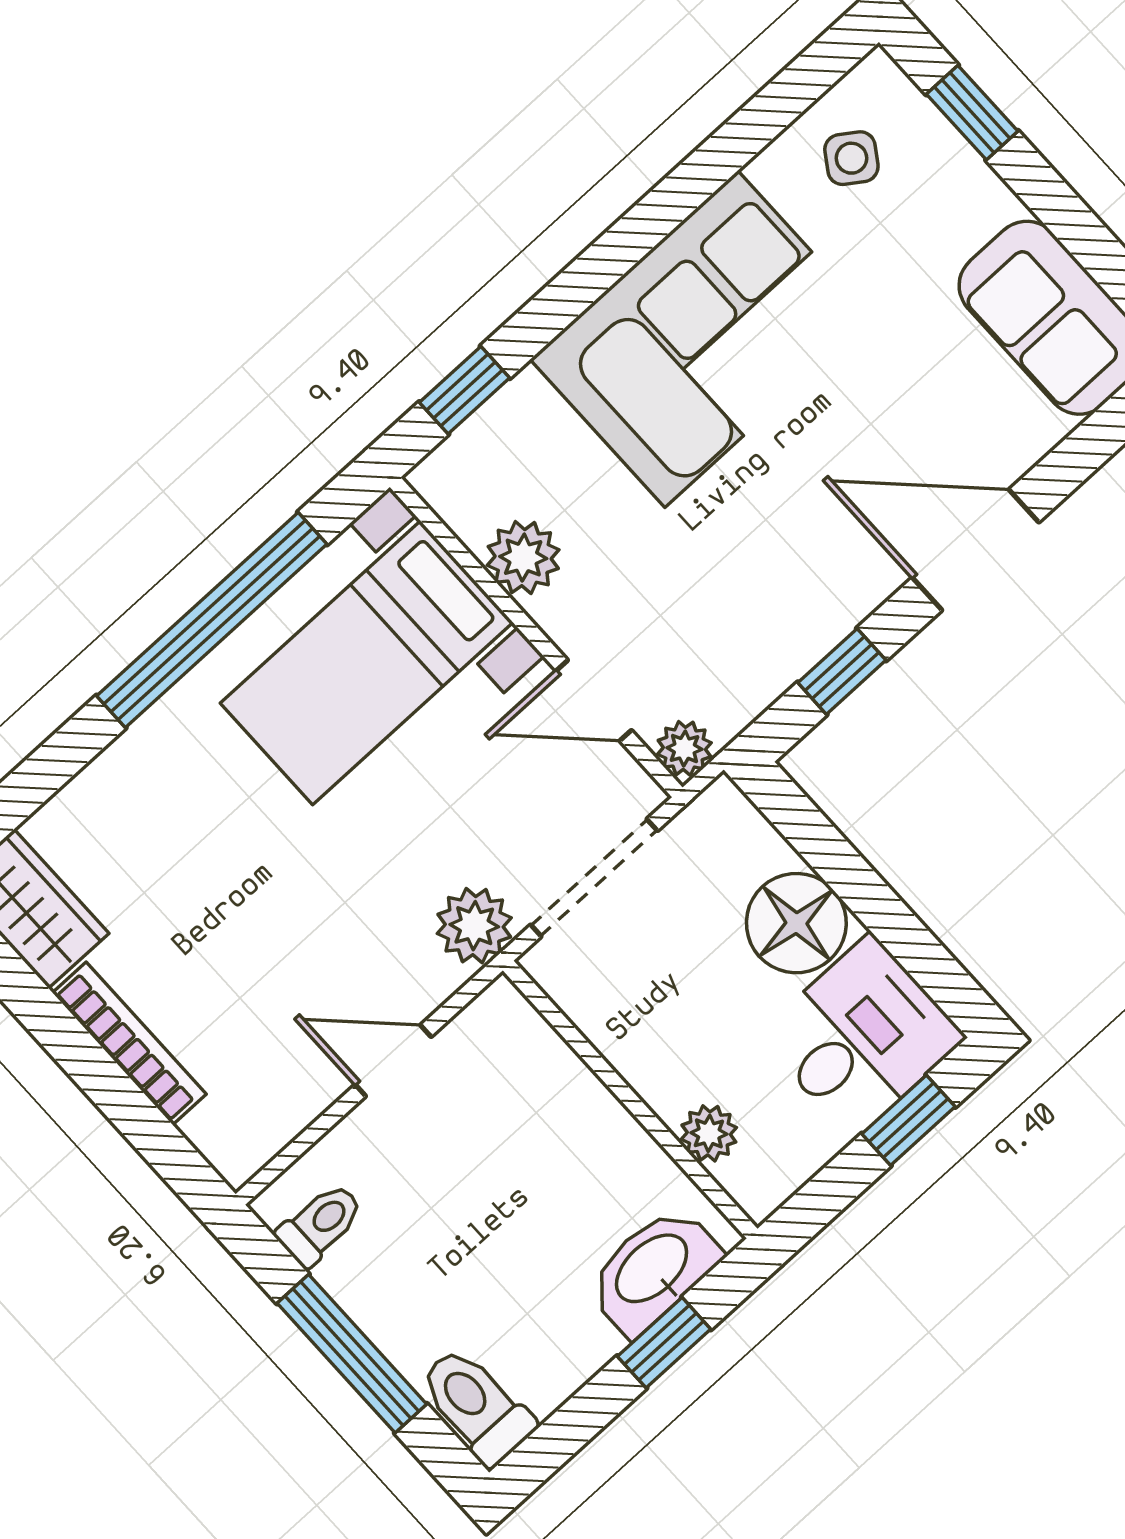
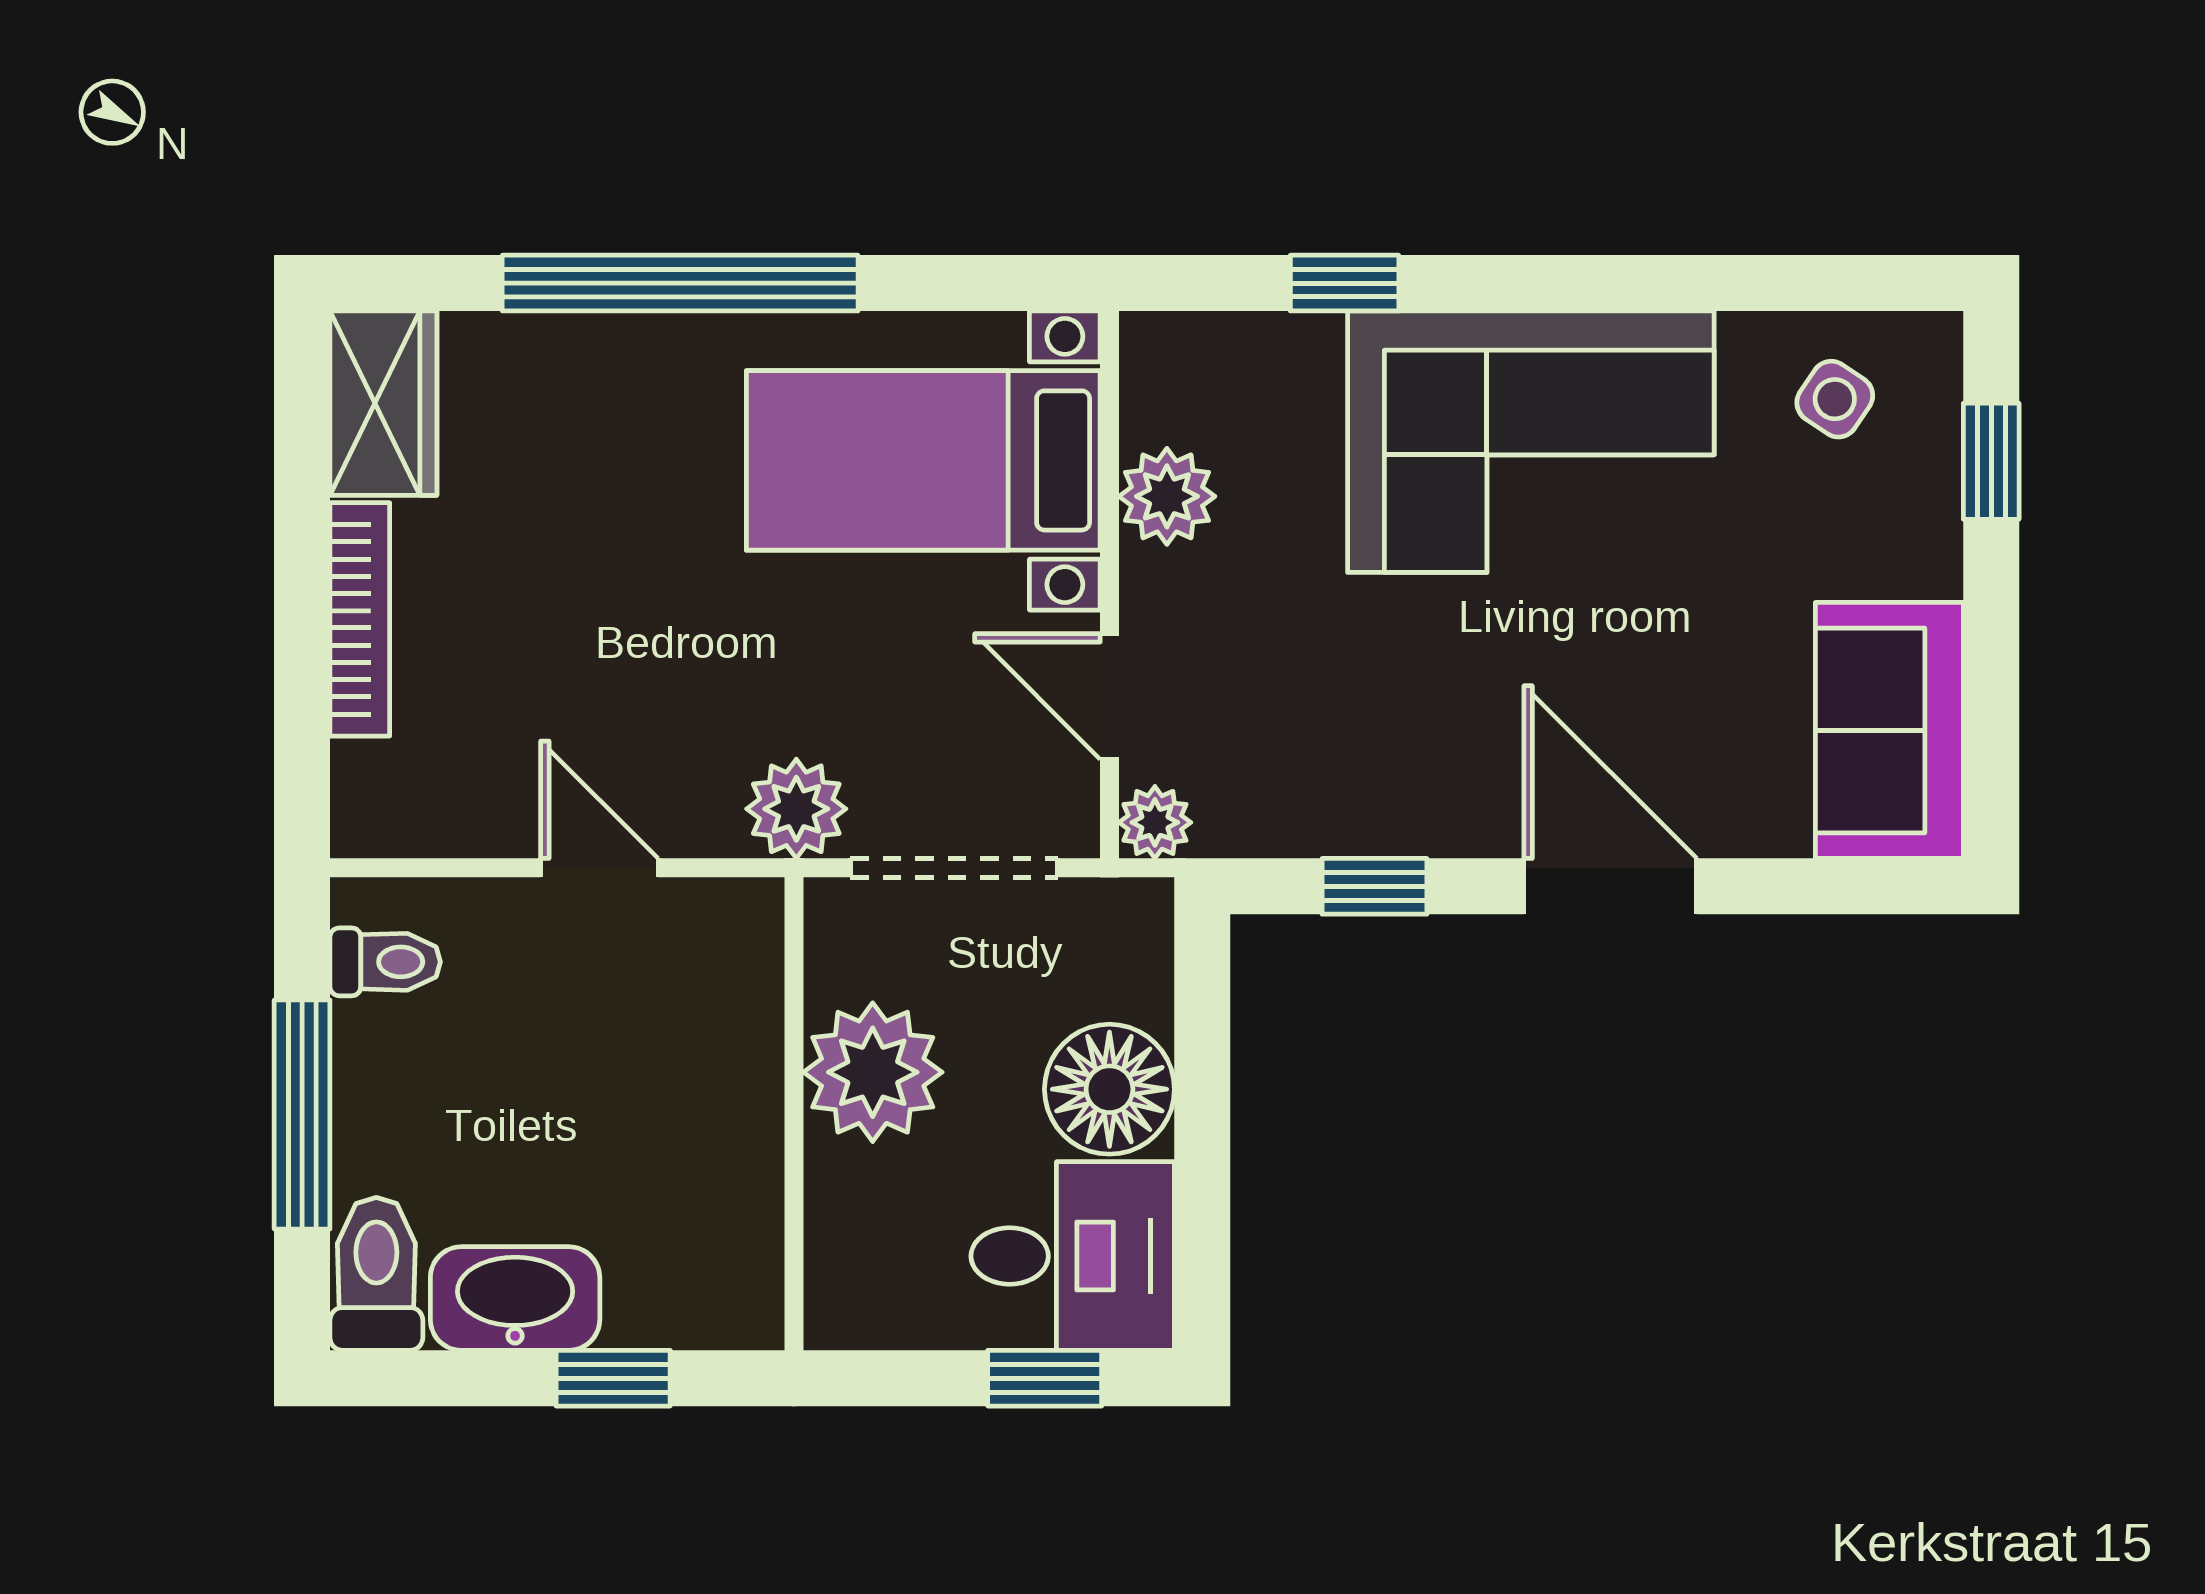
window: (464, 390) -> (1345, 283), moved
window: (212, 620) -> (680, 283), moved
plant: (709, 1133) -> (873, 1072), moved, width x1.88, depth x1.88
washbasin: (653, 1270) -> (515, 1299), moved

